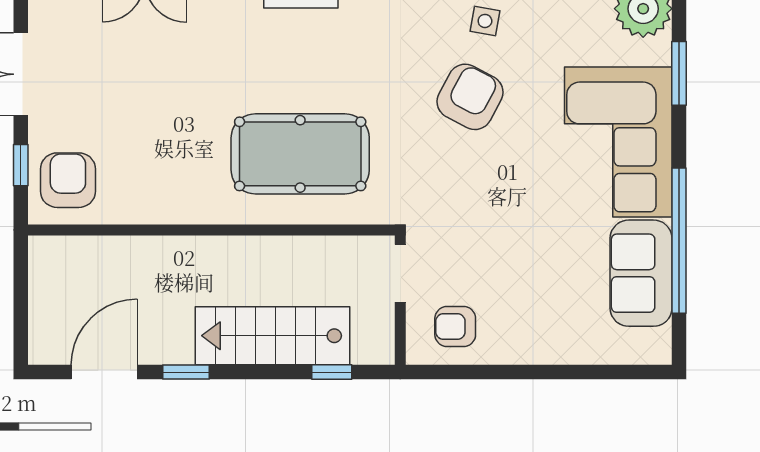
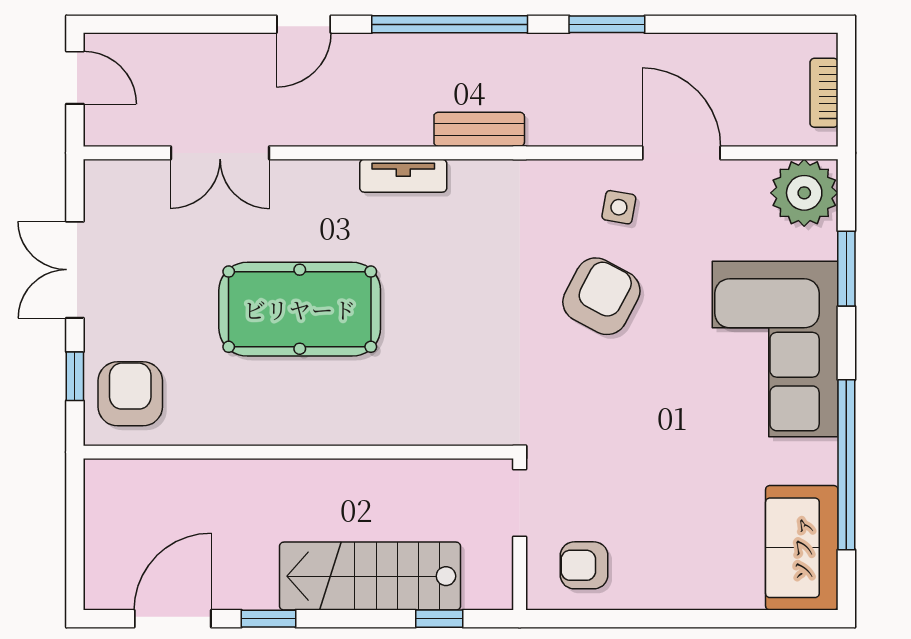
pool table: (300, 154) -> (300, 309), moved
sofa: (641, 273) -> (802, 548), moved

